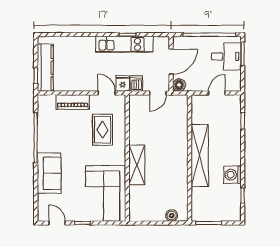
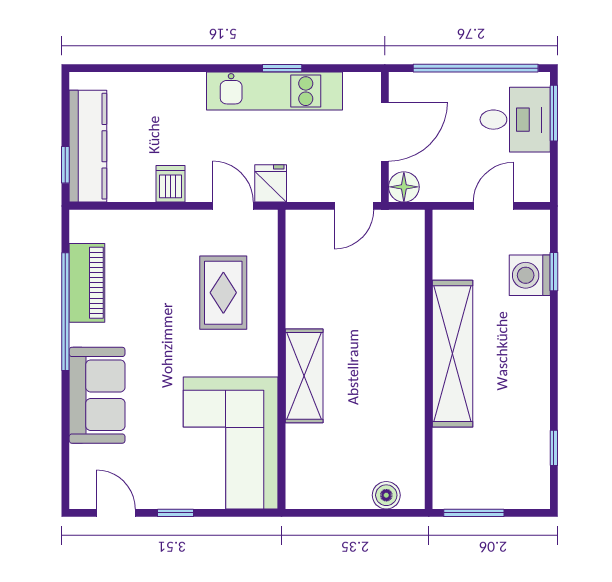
dishwasher: (136, 84) -> (171, 184), moved
piano: (73, 102) -> (87, 283), moved, turned -90
washing machine: (232, 175) -> (530, 275), moved

